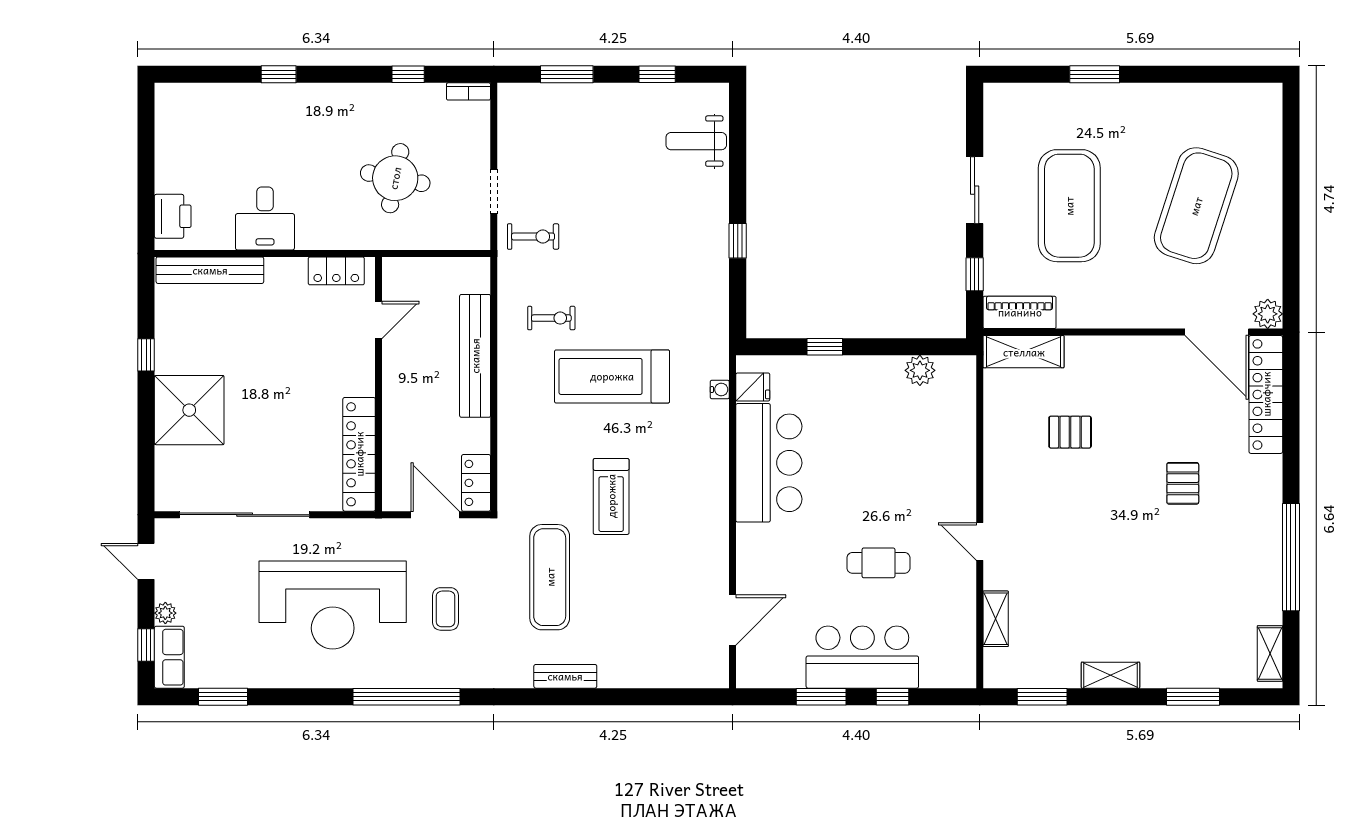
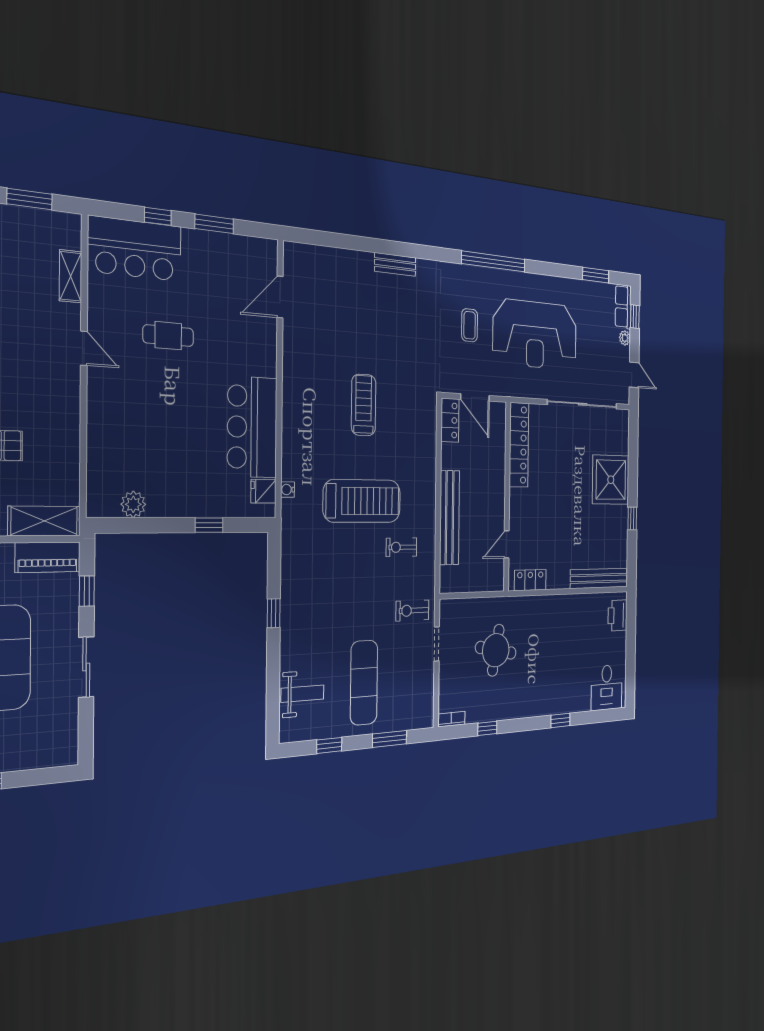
desk: (265, 218) -> (607, 687), moved, turned 180
exercise mat: (550, 577) -> (364, 683), moved
reception desk: (333, 605) -> (535, 335), turned 180
bar counter: (862, 657) -> (135, 249), moved

